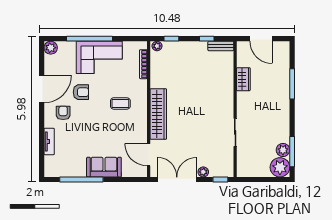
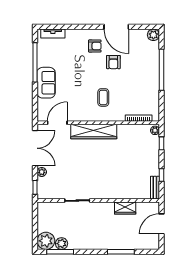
corner sofa: (99, 57) -> (145, 79), removed
tv unit: (49, 141) -> (53, 33), moved

